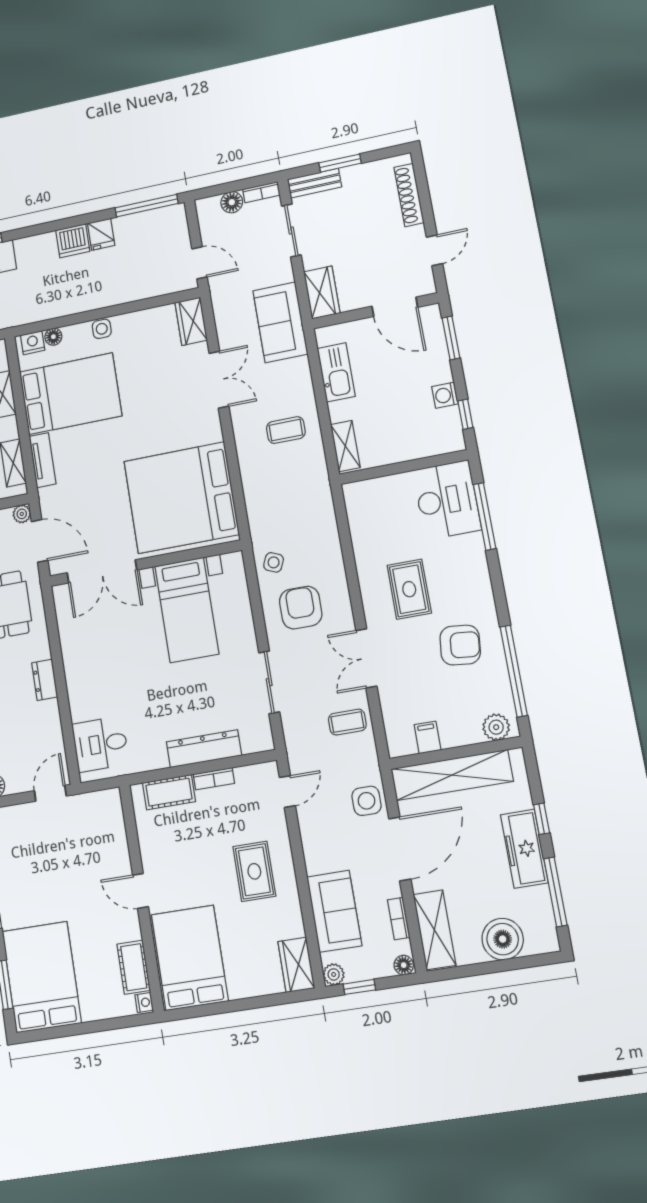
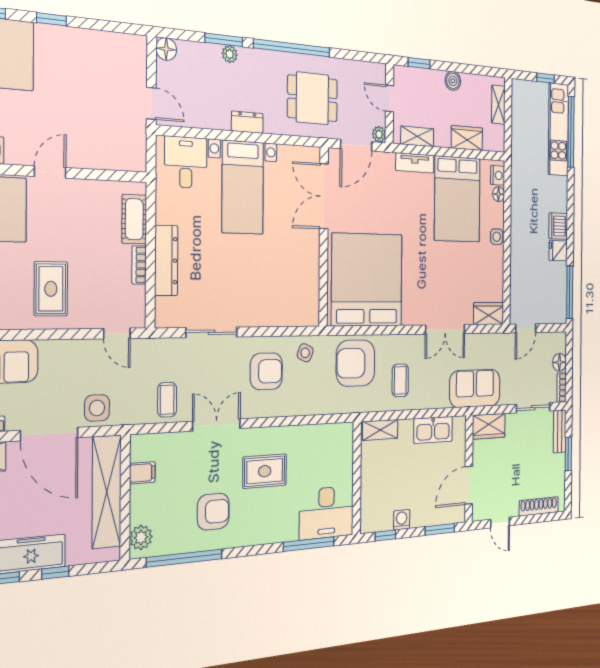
armchair: (275, 495) -> (356, 363), added
bed with nightstands: (187, 610) -> (243, 187), moved, turned -90
armchair: (460, 645) -> (213, 512), turned -96
rug: (254, 871) -> (51, 289), turned 90

